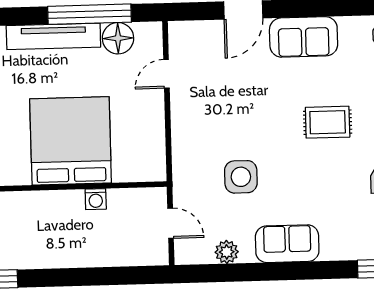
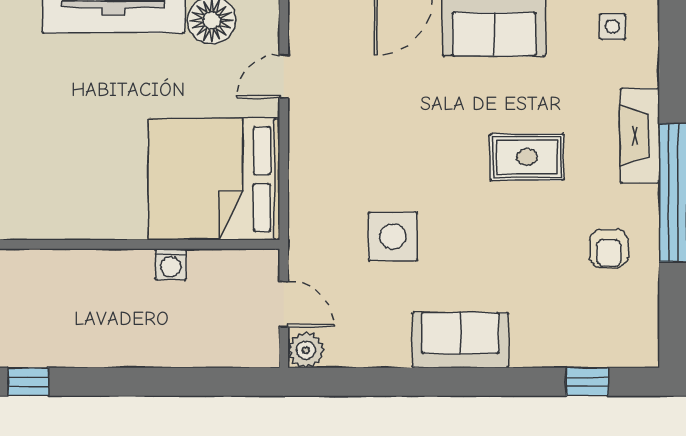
bed: (71, 141) -> (214, 179), moved, turned -90
plant: (227, 252) -> (306, 350), moved

